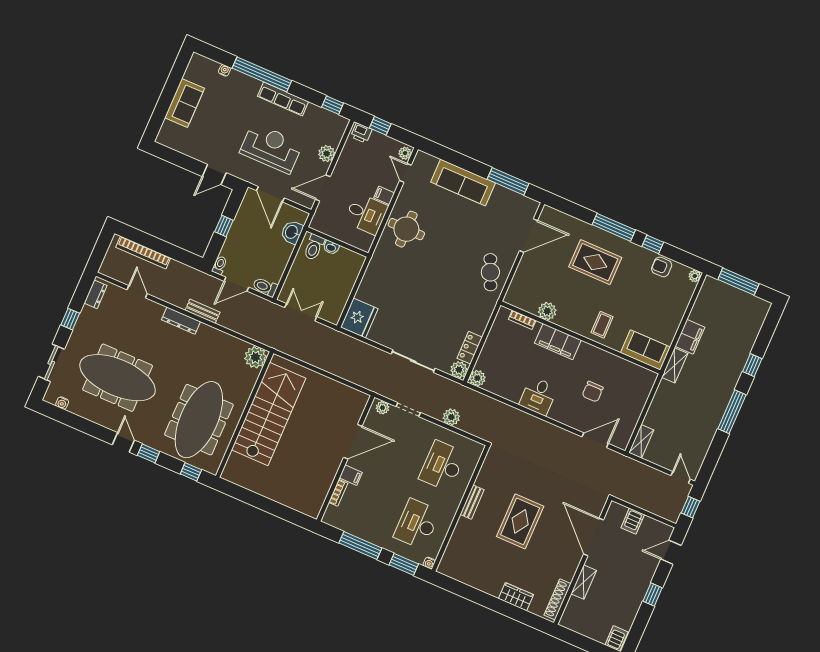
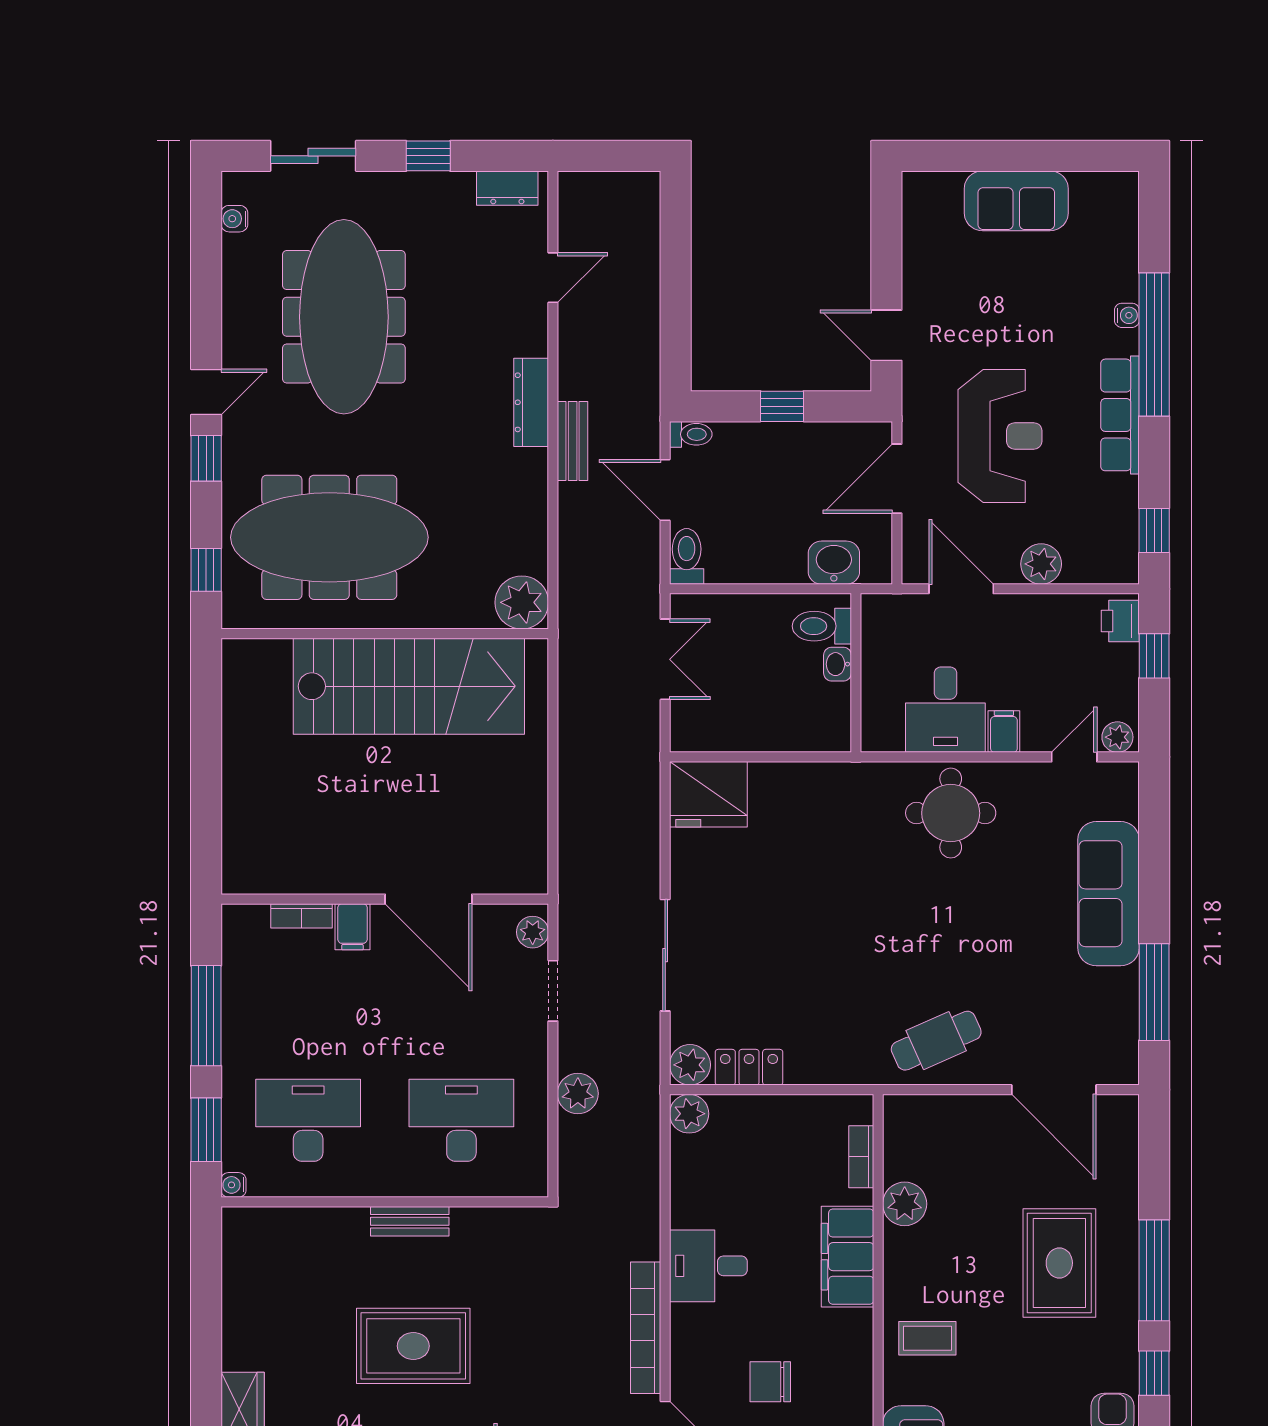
water cooler: (224, 70) -> (1127, 315), moved
bookcase: (143, 252) -> (646, 1328), moved

